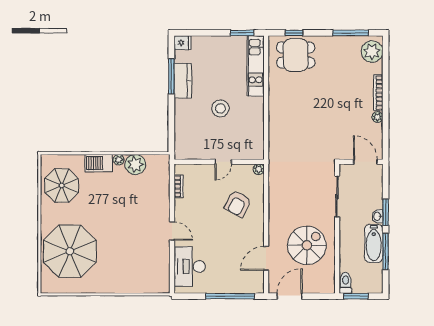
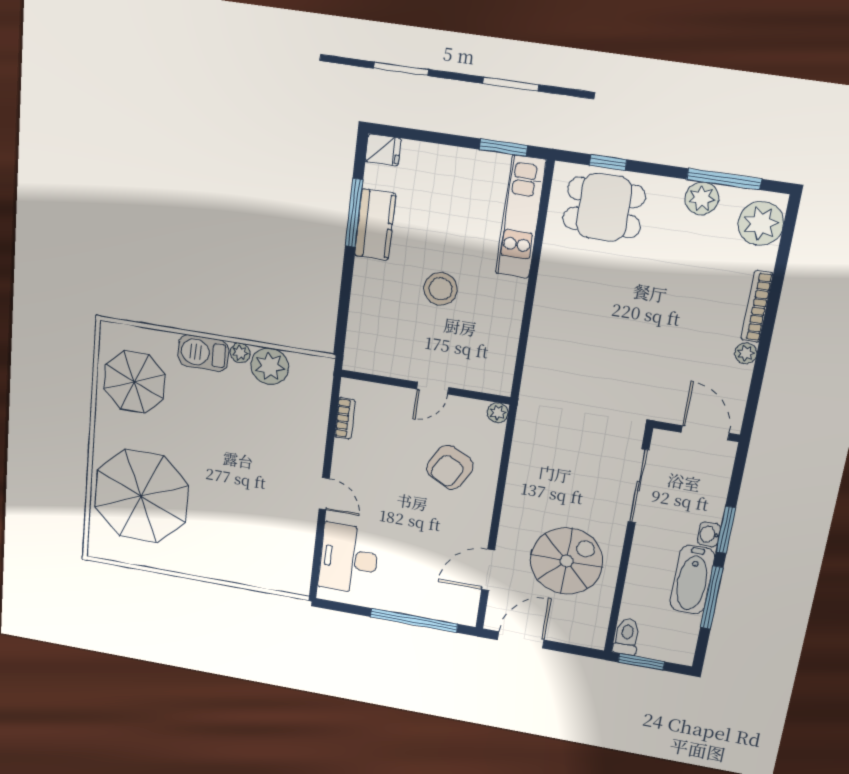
plant: (342, 44) -> (702, 198), added

